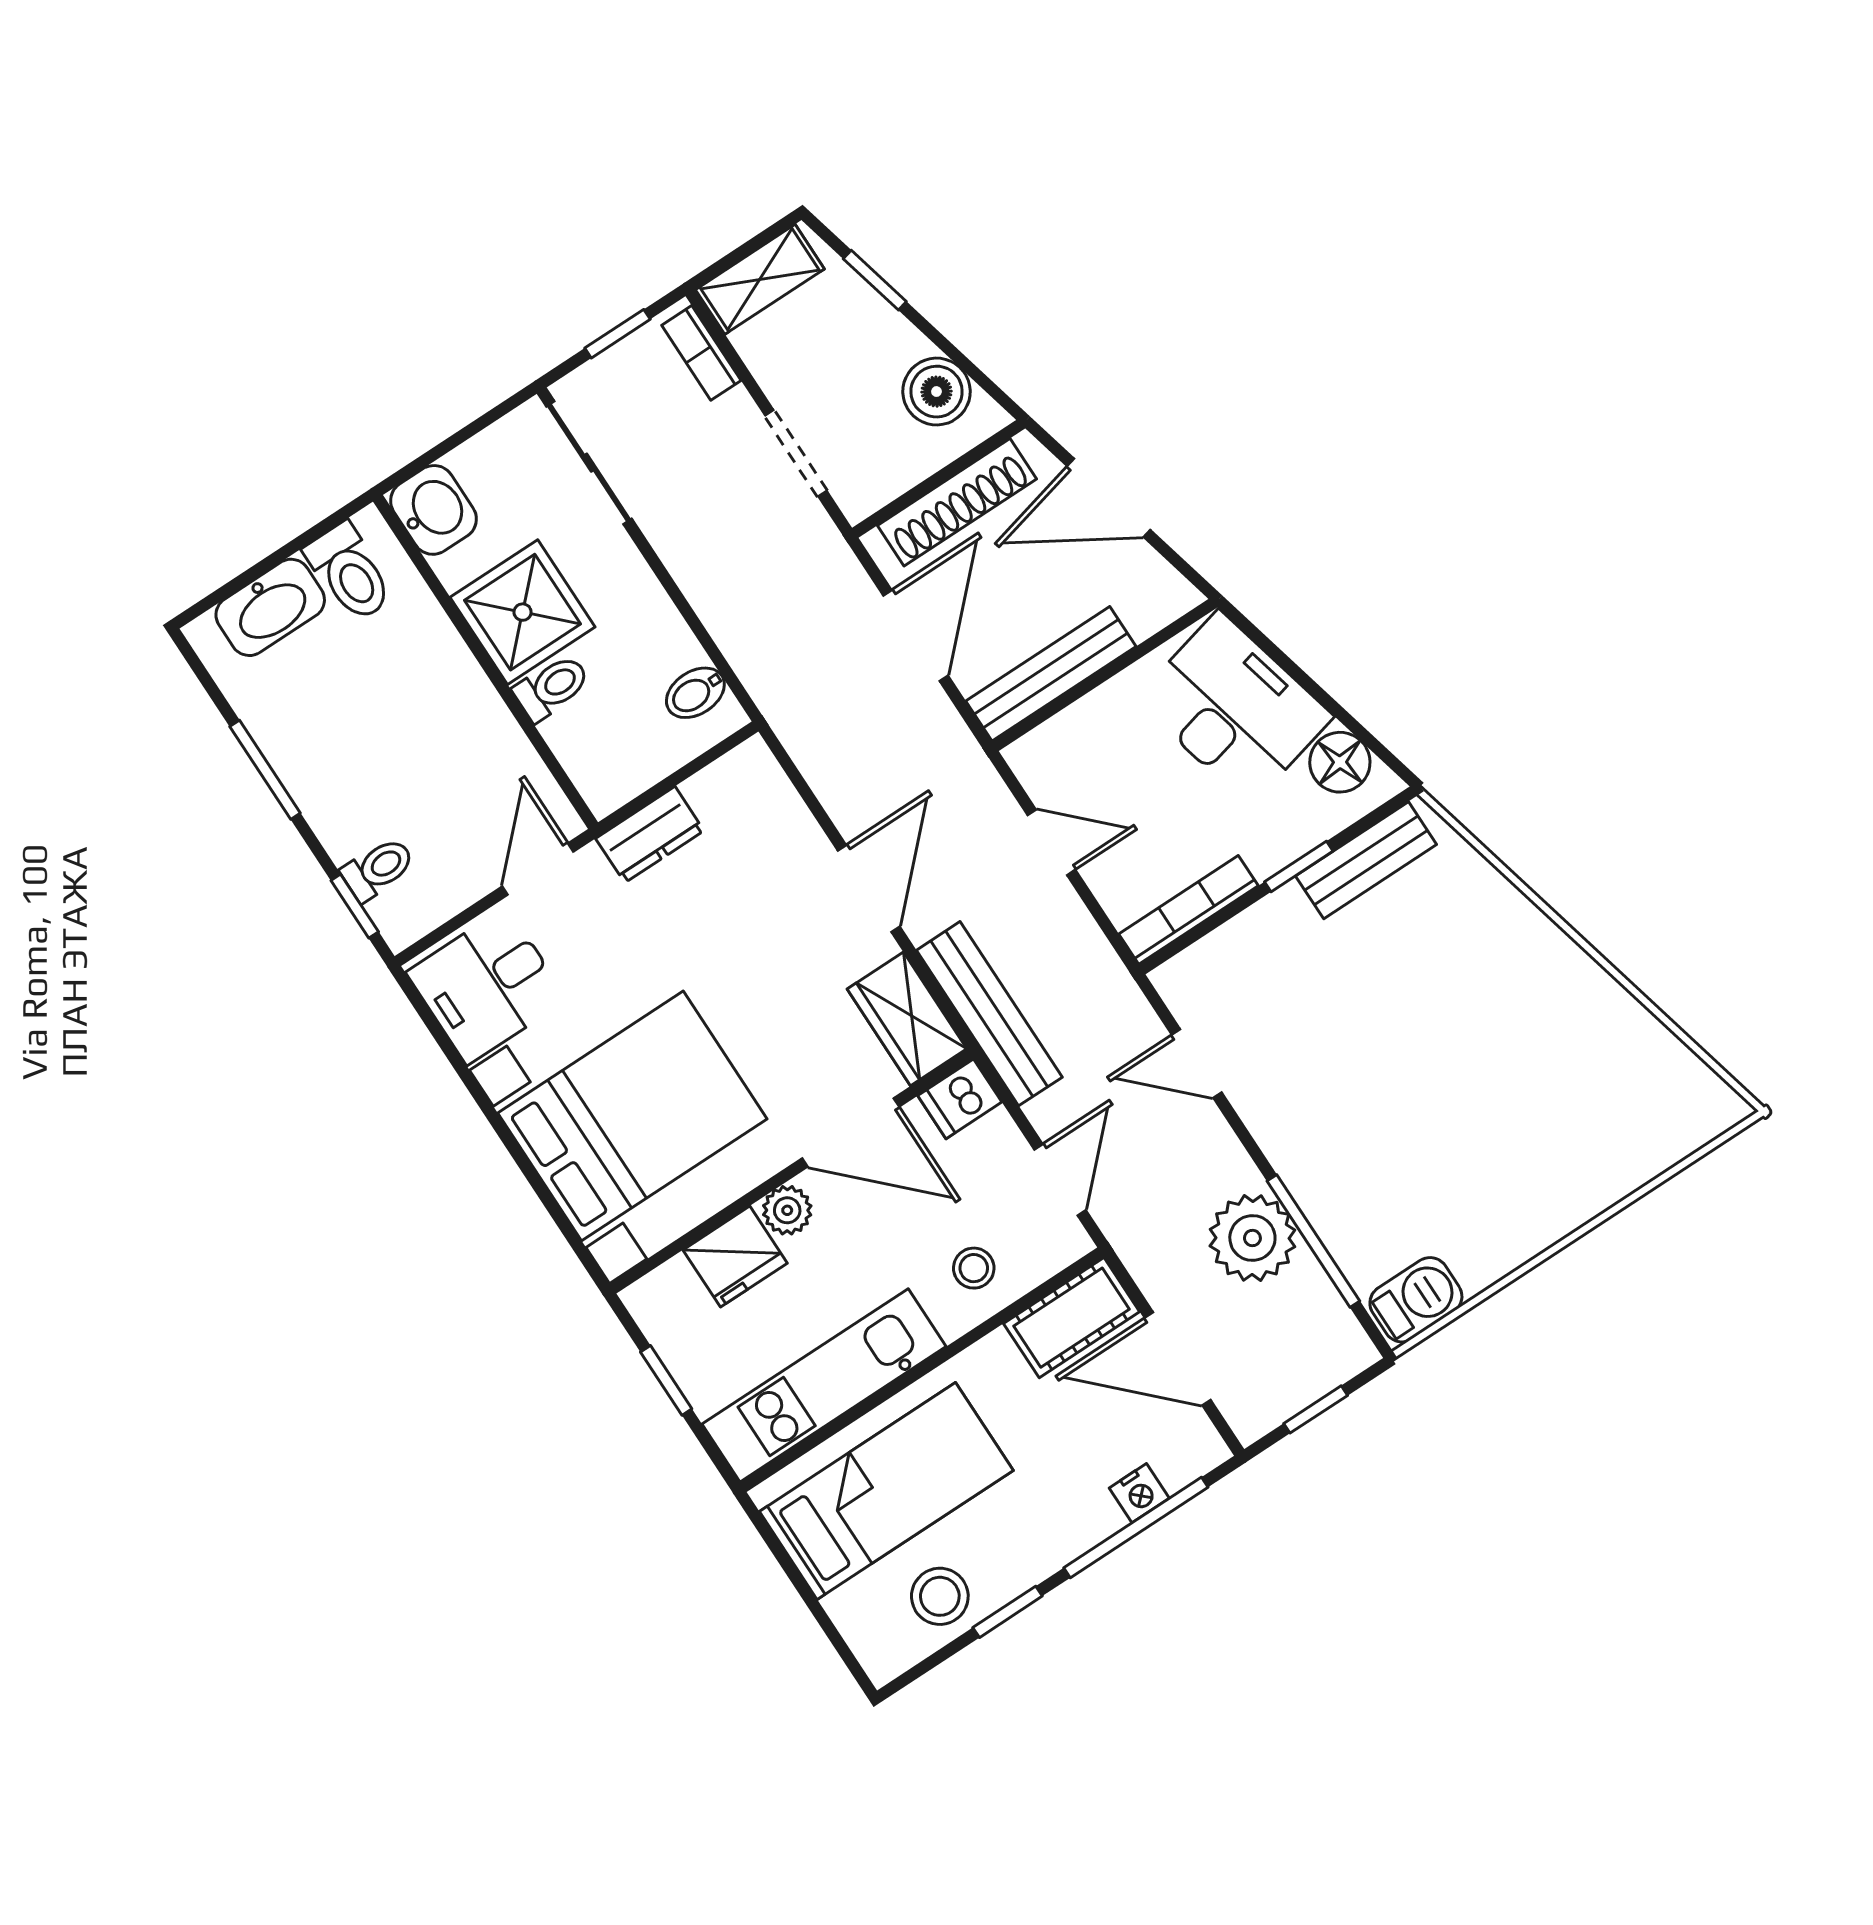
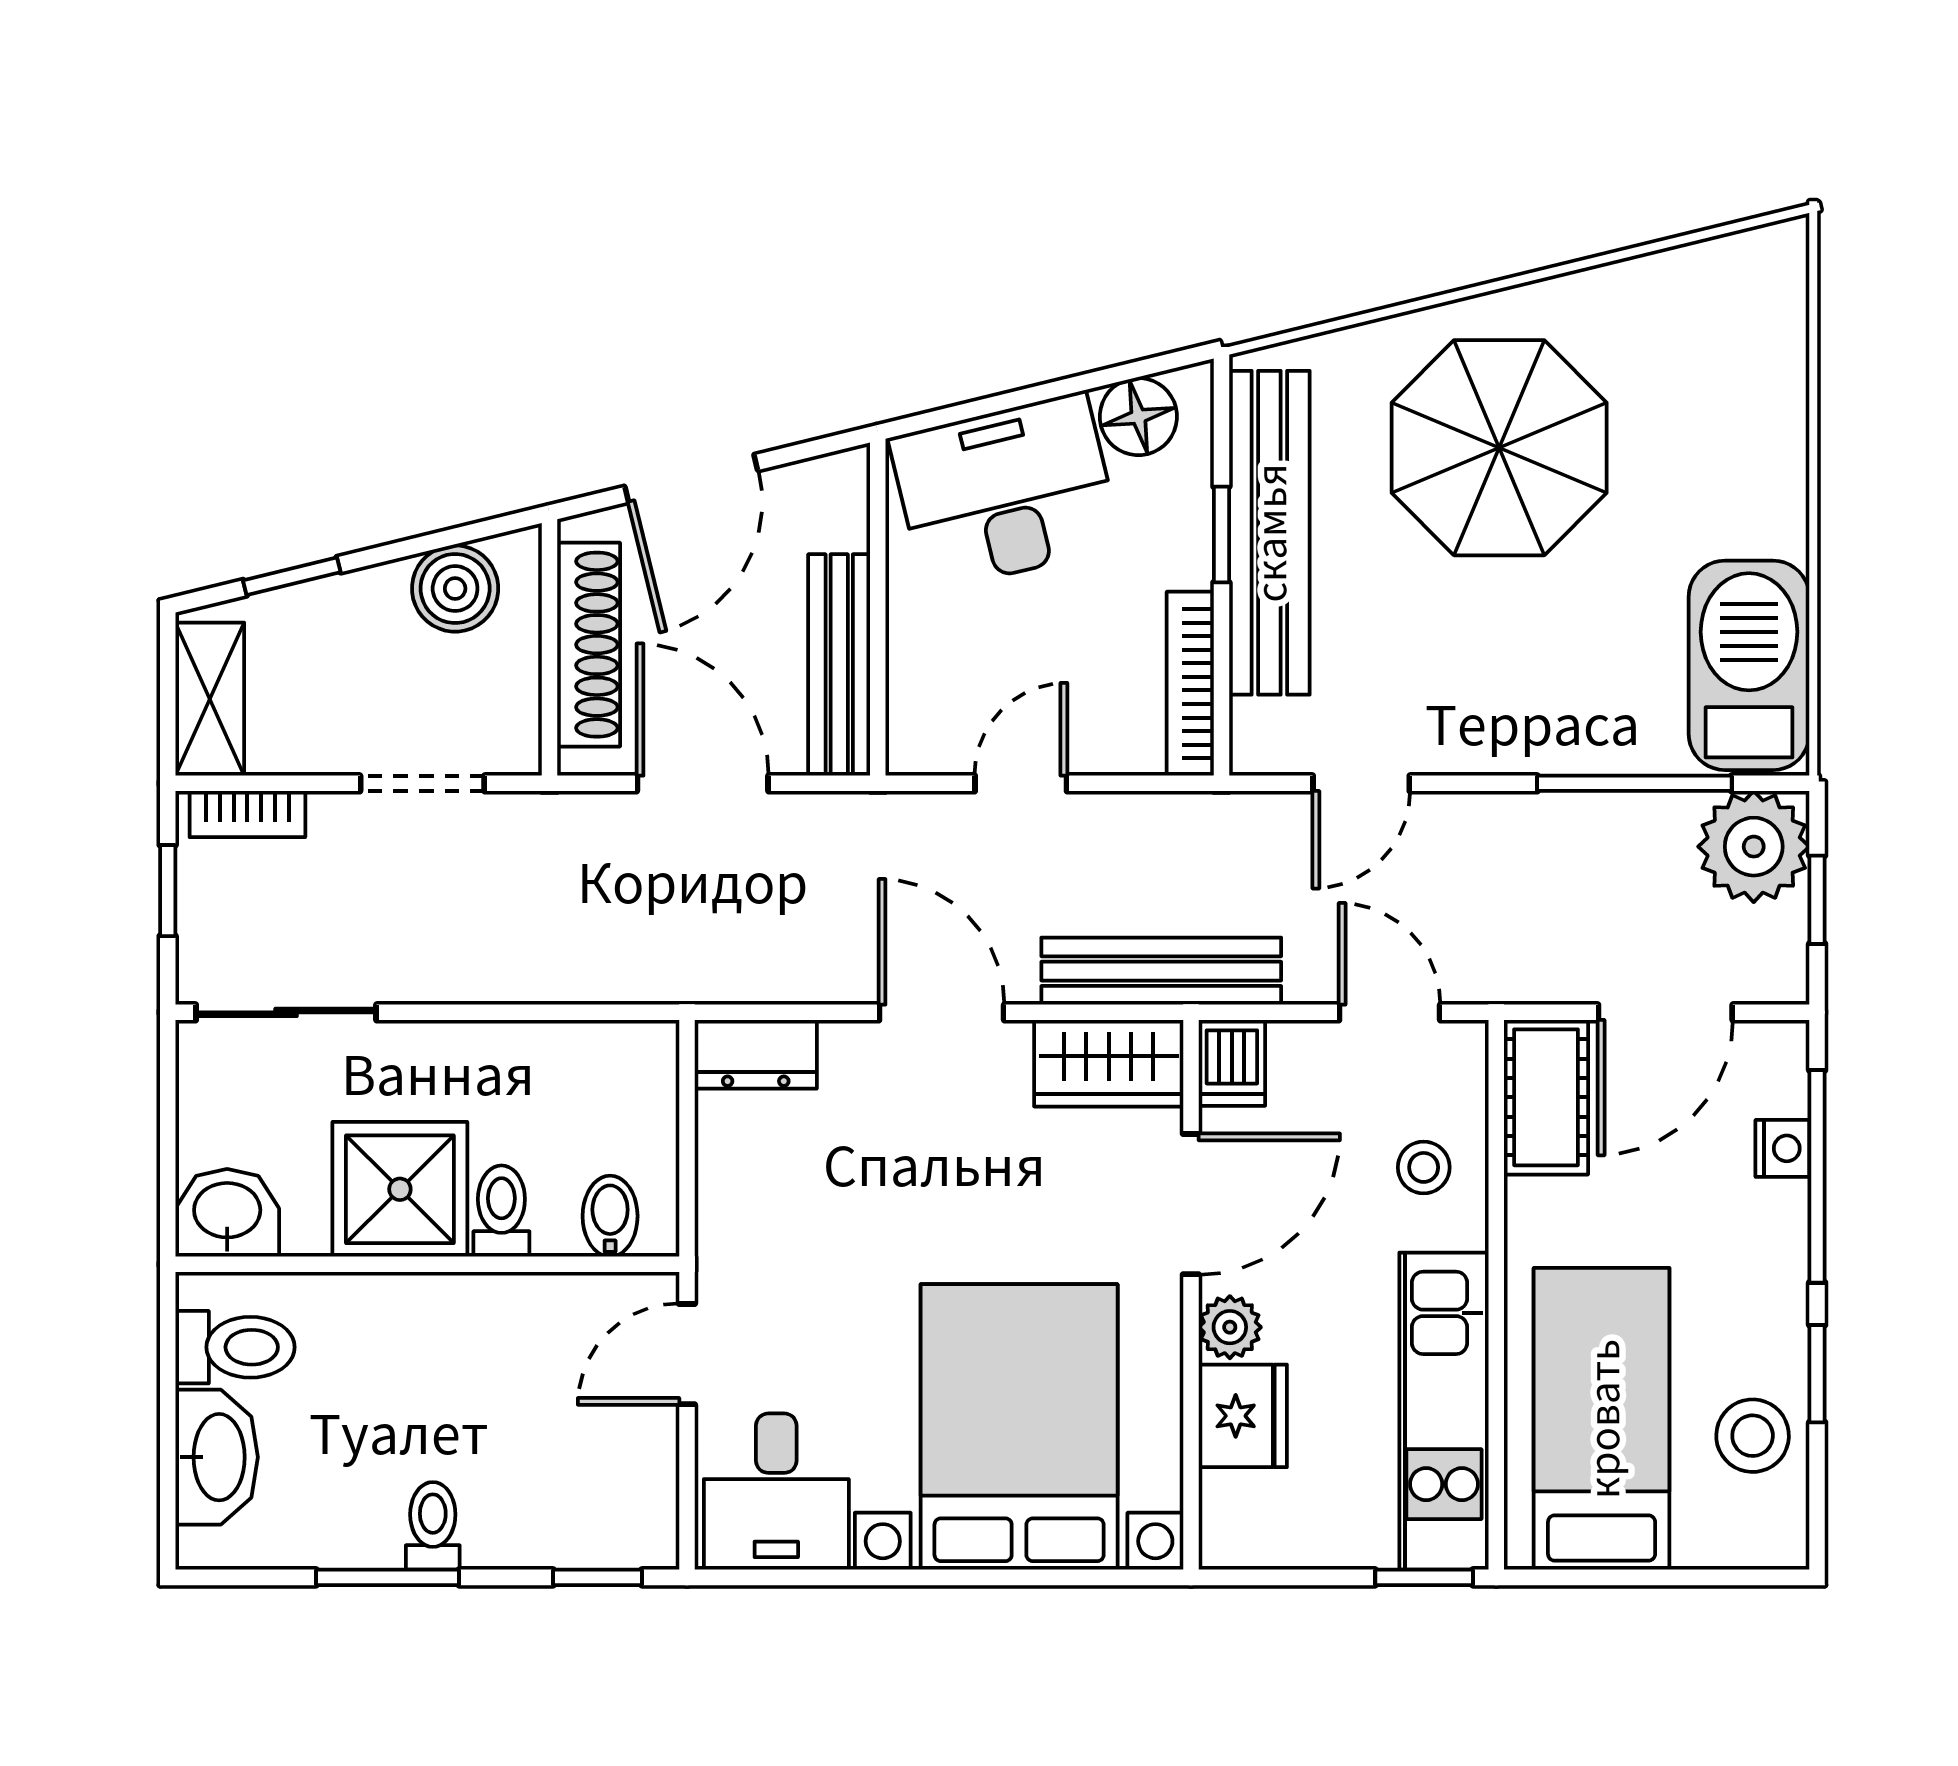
bidet: (695, 693) -> (610, 1216), moved, turned 180
dresser: (650, 835) -> (756, 1054), moved, turned 90
bench: (1366, 860) -> (1269, 533), width x1.86, depth x1.21
toilet: (378, 869) -> (433, 1526), moved
door: (538, 869) -> (687, 1354), hinge flipped
parasol: (1474, 1010) -> (1499, 448), added
plant: (1252, 1238) -> (1754, 847), moved
barbecue: (1416, 1300) -> (1749, 665), width x1.88, depth x1.53
window: (666, 1380) -> (1424, 1577), moved

